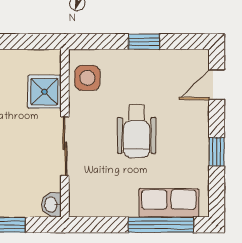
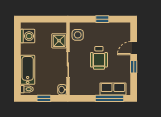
door: (217, 85) -> (134, 48), moved

